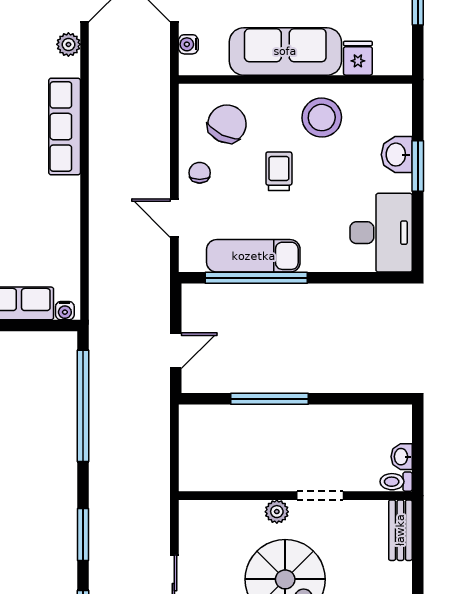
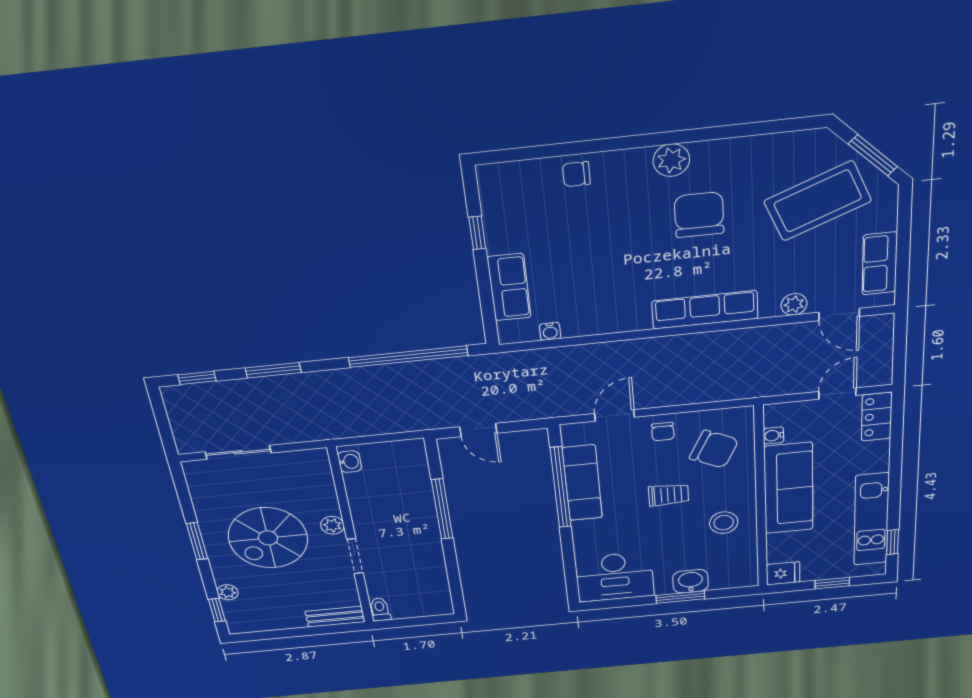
water cooler: (188, 44) -> (773, 436), moved, turned -90
fridge: (358, 58) -> (783, 573), moved
stool: (322, 118) -> (724, 523), width x0.73, depth x0.73
chair: (200, 173) -> (663, 432), turned 90
water cooler: (65, 311) -> (550, 331), moved, turned -90
washbasin: (402, 457) -> (350, 462), moved, turned 90

